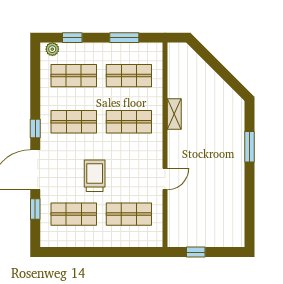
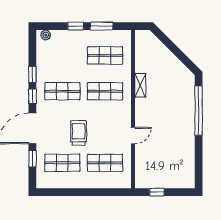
window: (72, 38) -> (76, 26), moved
shop shelf: (74, 76) -> (62, 55), removed
window: (35, 100) -> (32, 74), added
window: (250, 147) -> (199, 111), width x2.11

